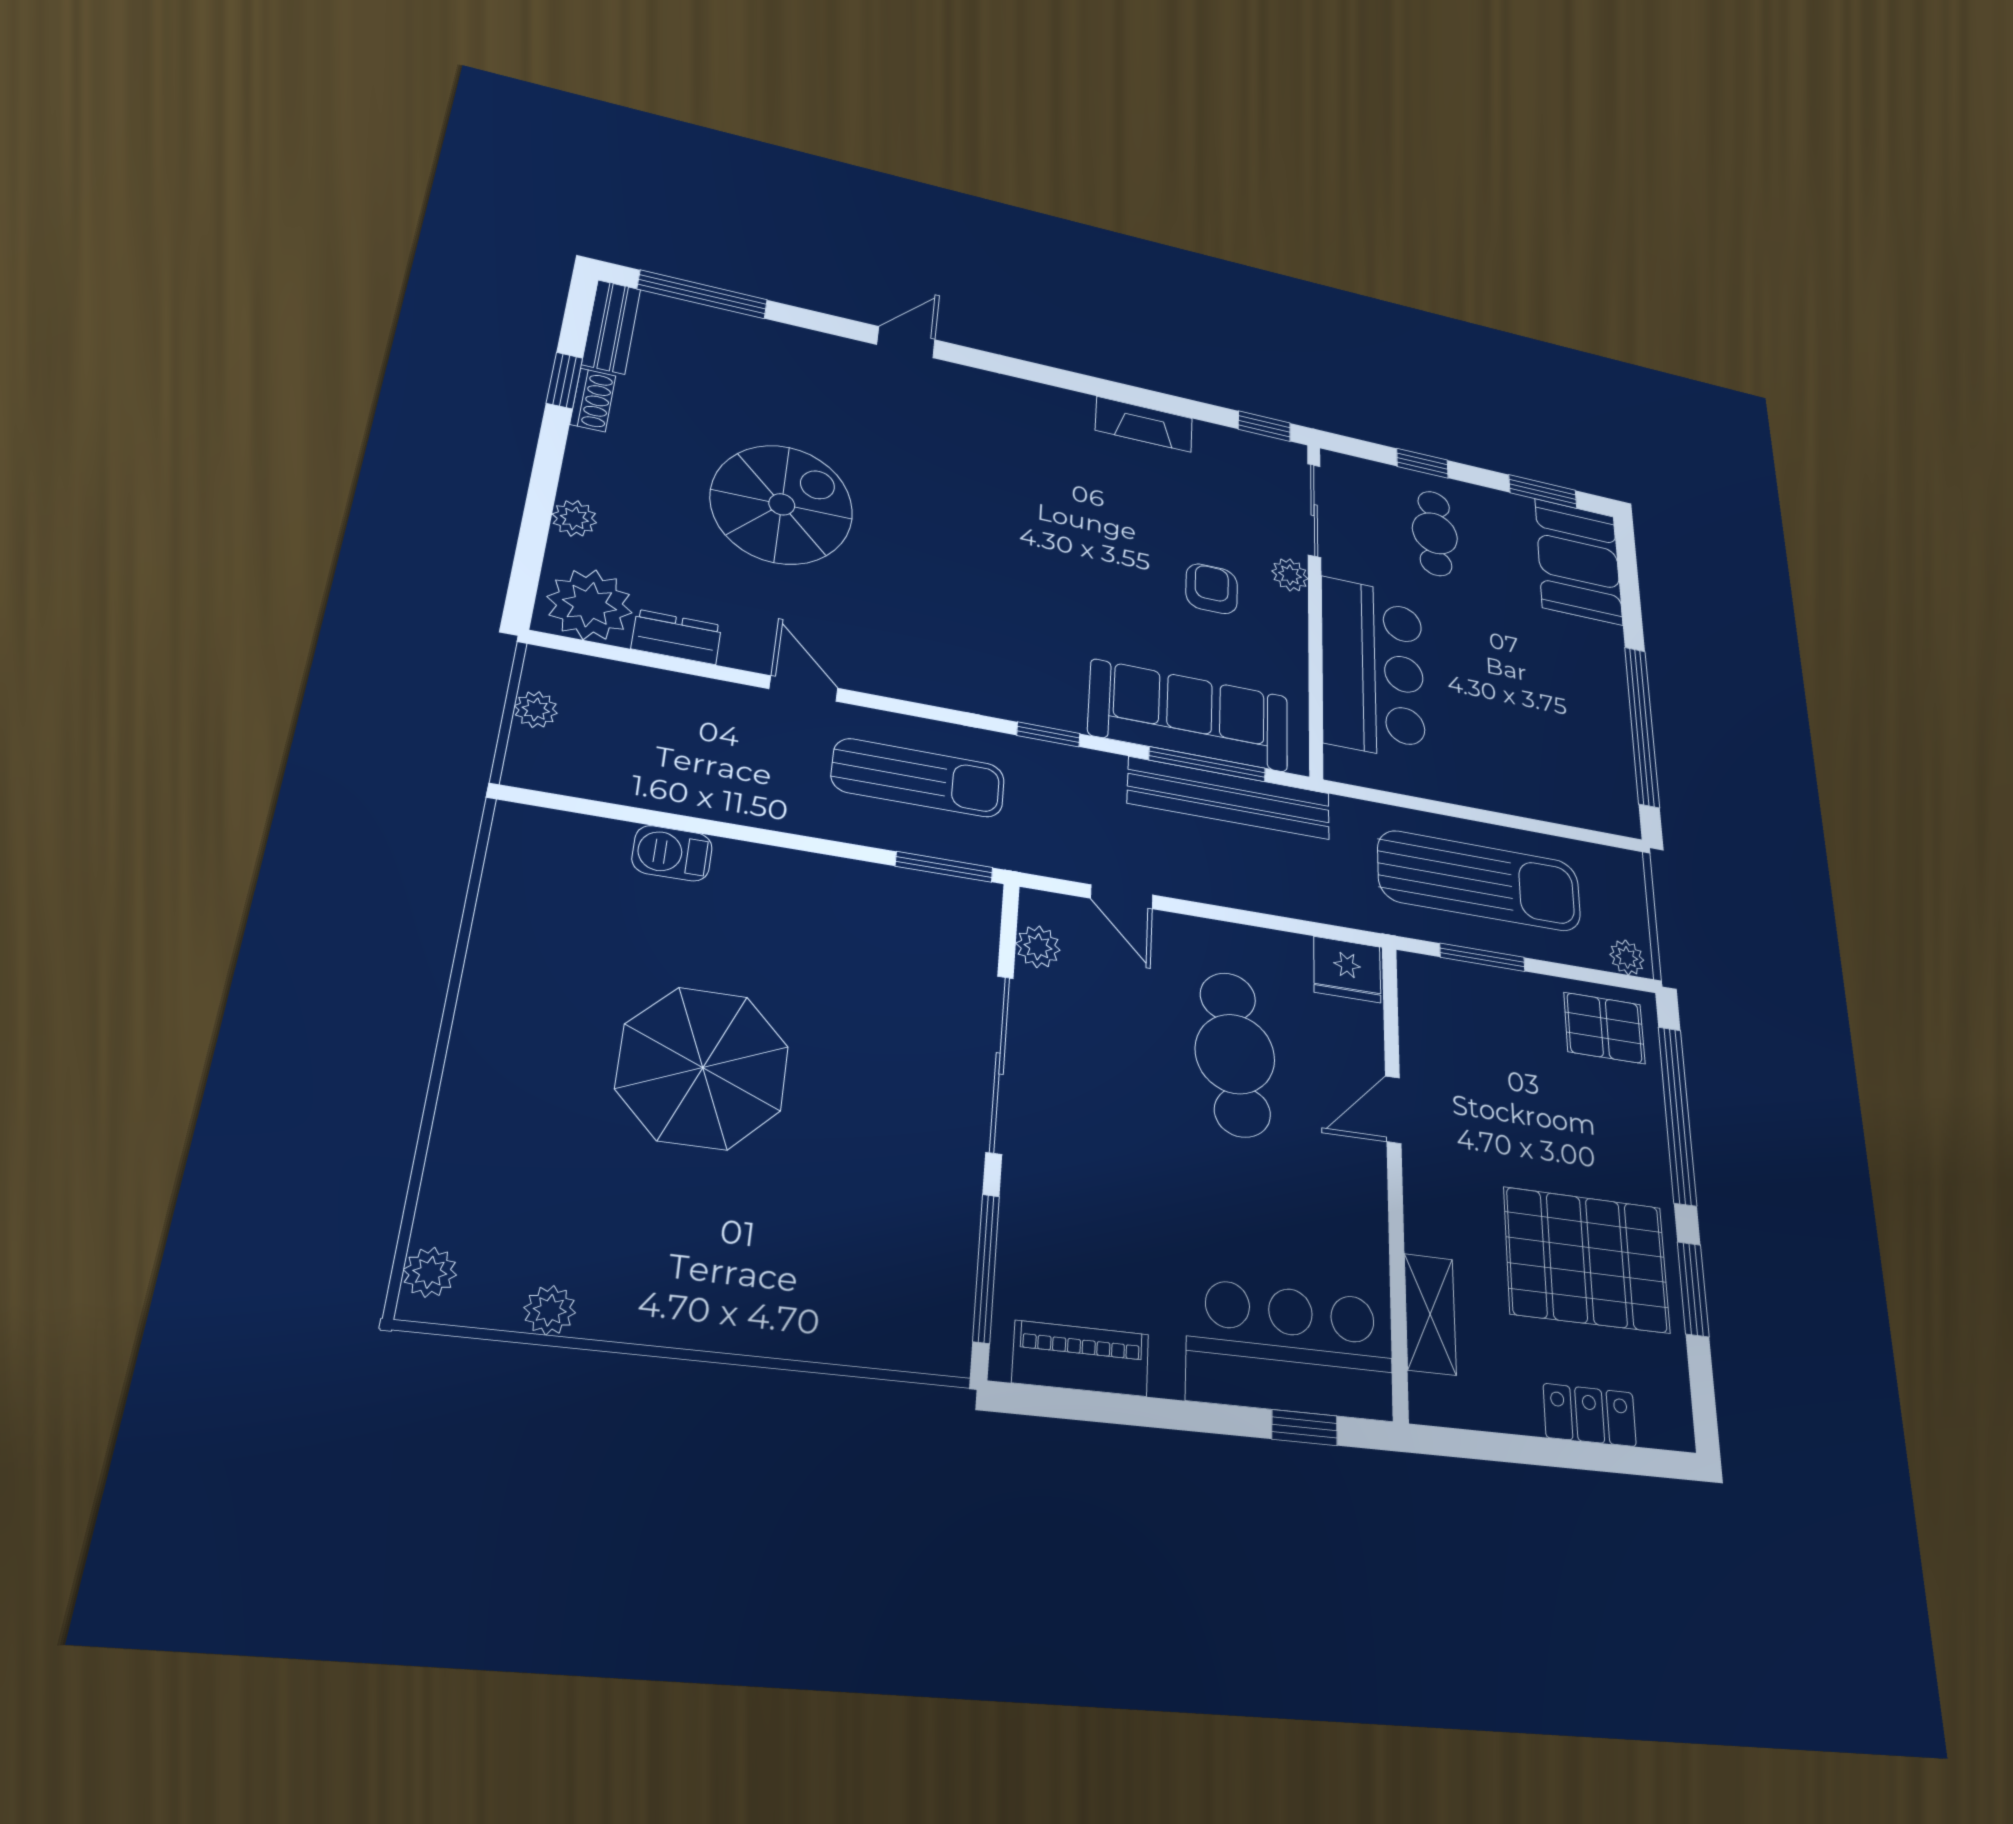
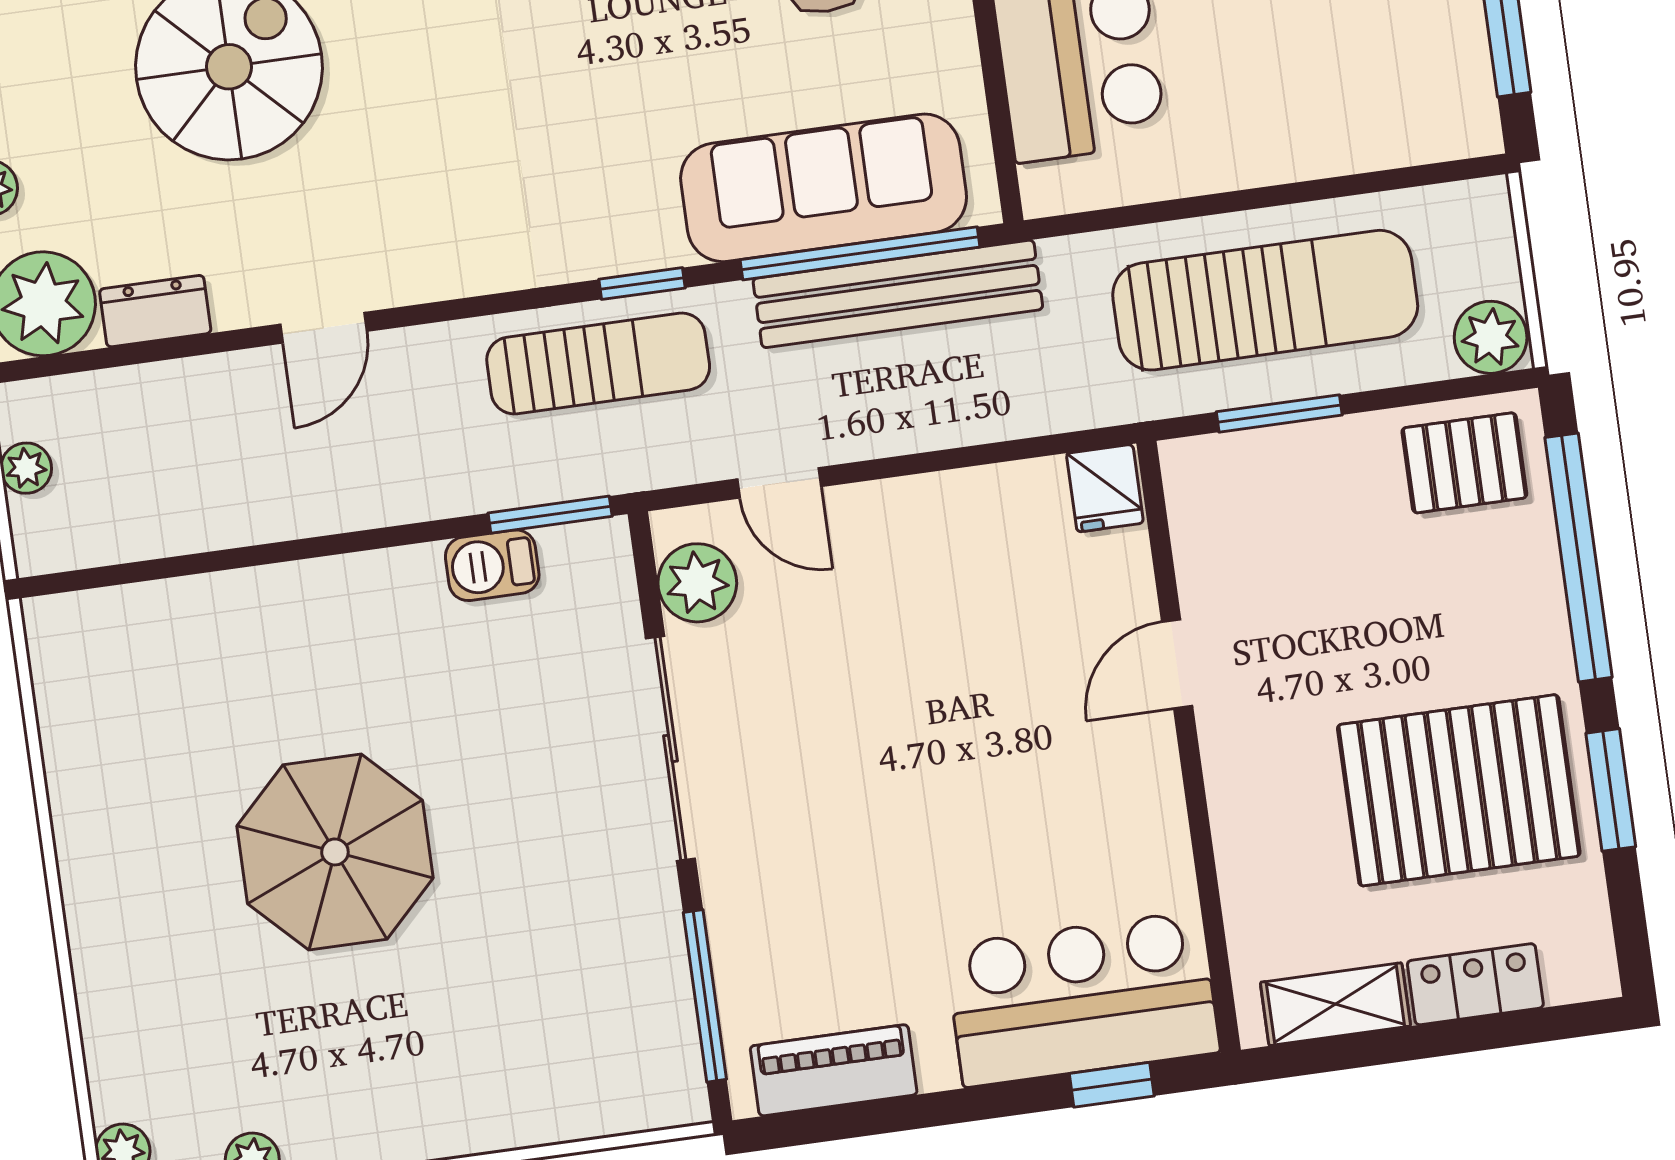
door: (804, 689) -> (323, 328), swing flipped
window: (1207, 764) -> (860, 253), width x1.46
sun lounger: (919, 778) -> (598, 364), moved
barbecue: (672, 853) -> (492, 565), moved
plant: (1038, 947) -> (697, 583), width x1.38, depth x1.38
plant: (1627, 957) -> (1491, 337), width x1.38, depth x1.38
fridge: (1347, 969) -> (1105, 488), width x0.72
cafe table: (1235, 1054) -> (959, 650), removed
shelving: (1430, 1314) -> (1335, 1004), moved, turned 90

